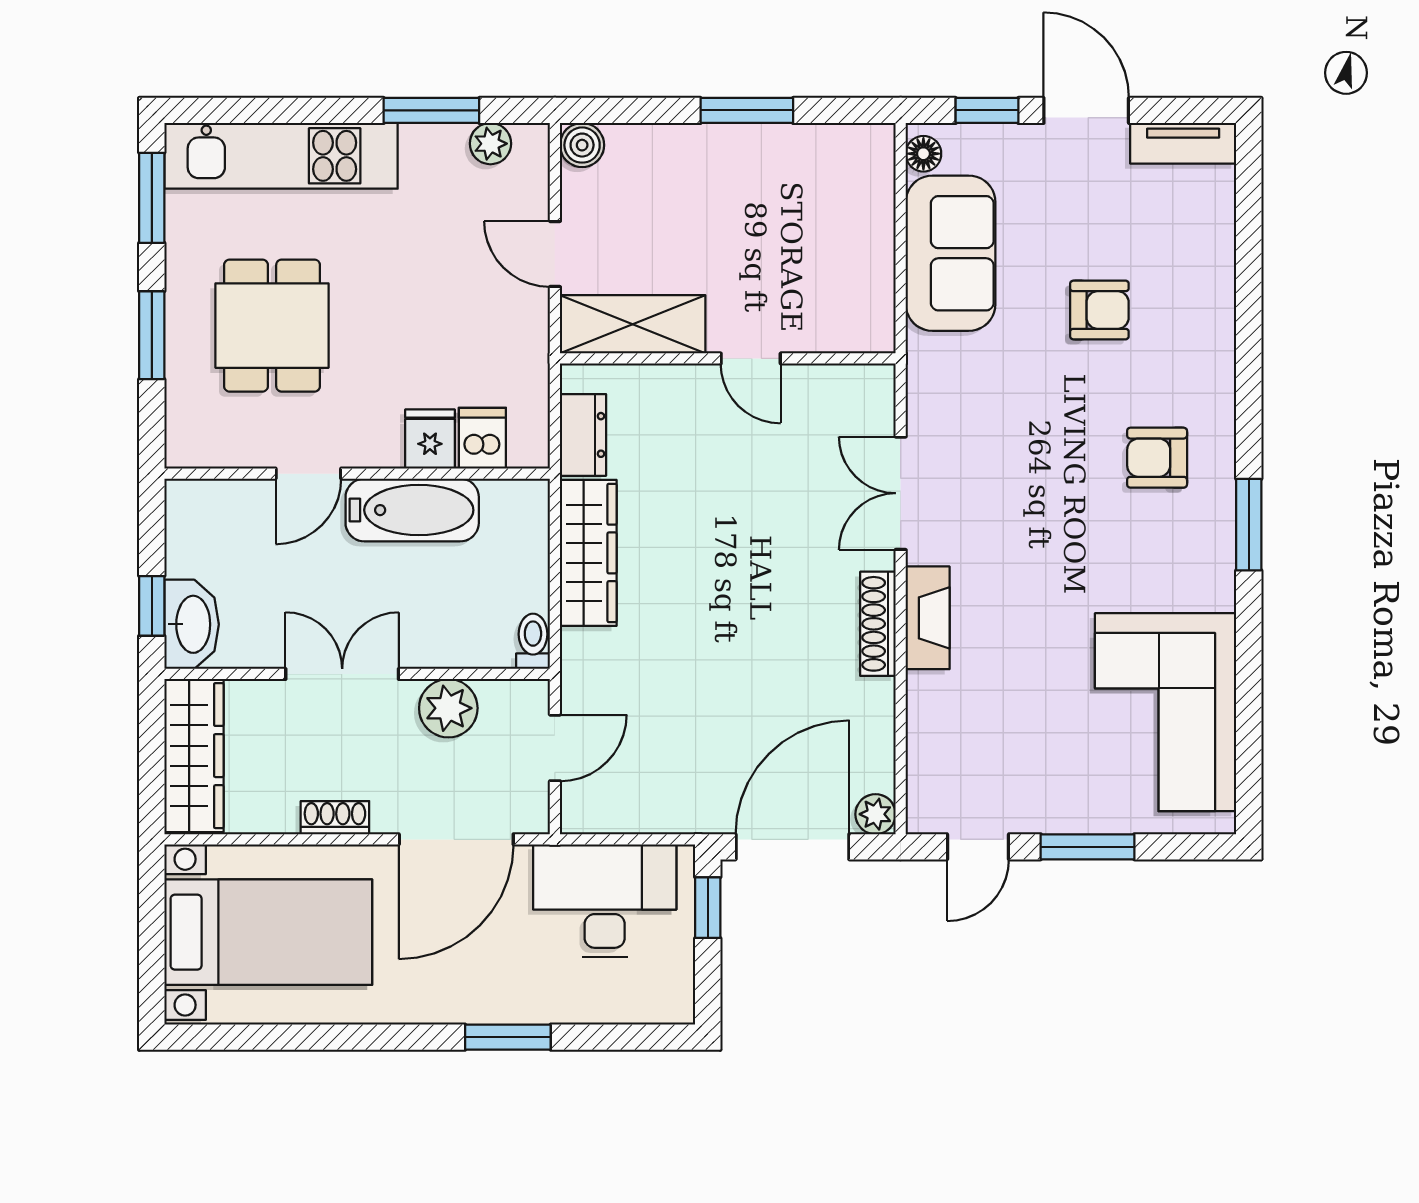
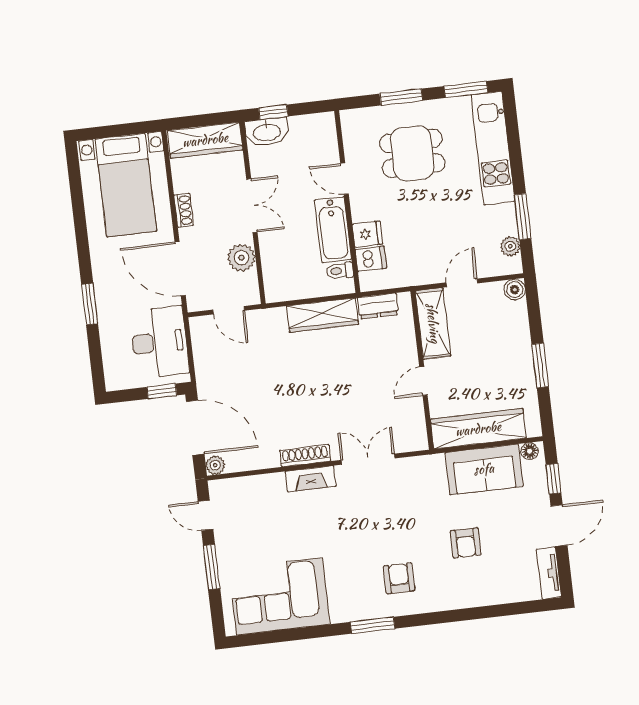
wardrobe: (864, 255) -> (478, 429), added
toilet: (533, 641) -> (340, 271), moved, turned 180

